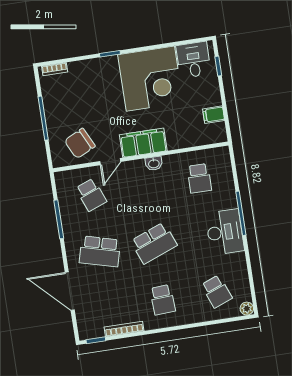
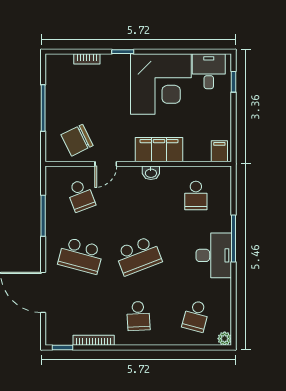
bookcase: (55, 69) -> (87, 59), moved
filing cabinet: (214, 115) -> (219, 151), moved, turned 90
filing cabinet: (143, 143) -> (159, 150), moved
school desk: (217, 291) -> (196, 316), turned 36

